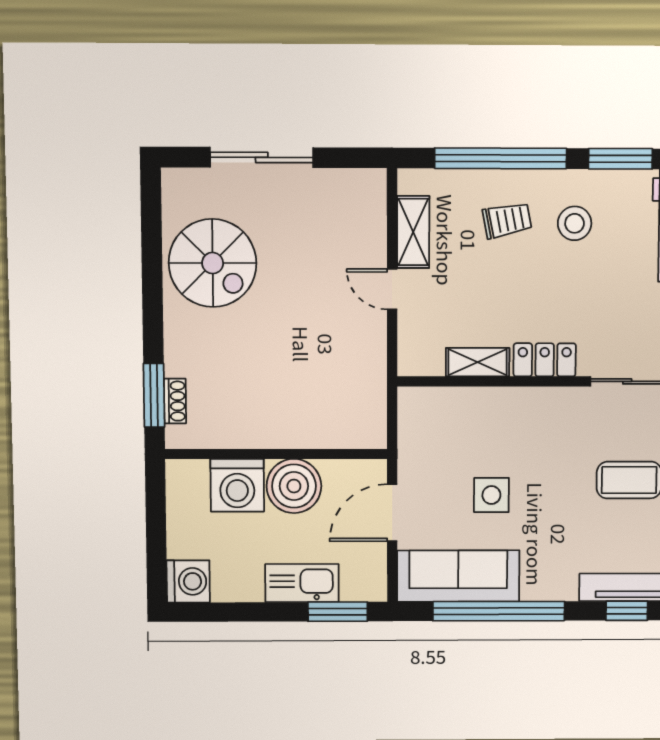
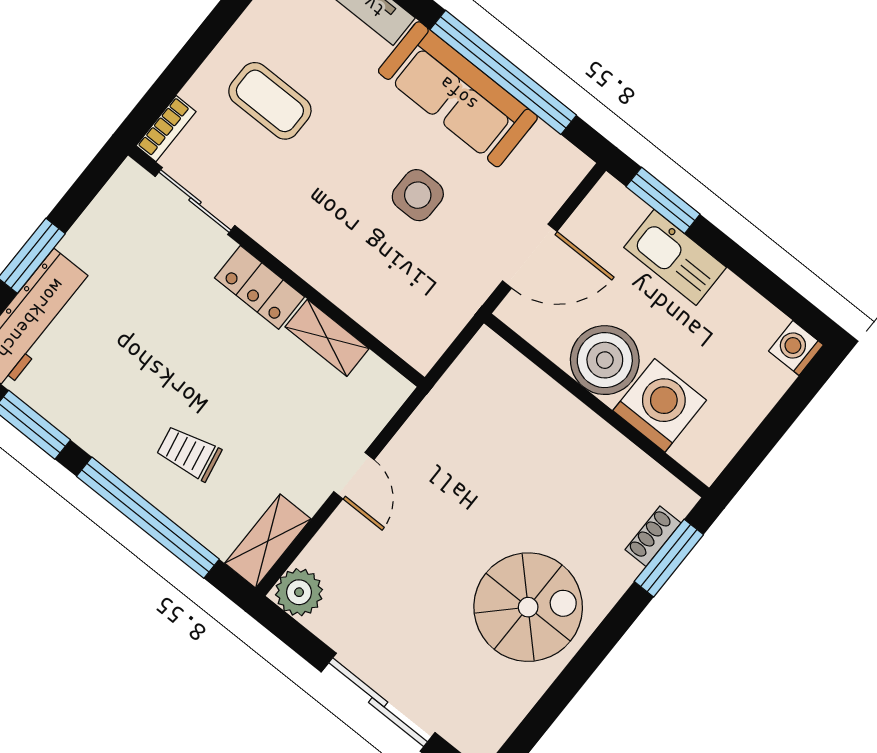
plant: (368, 188) -> (299, 592), added
stool: (575, 223) -> (125, 398), removed
shelving: (413, 232) -> (268, 541), moved
spiral stairs: (213, 263) -> (528, 607), moved, turned 90
sofa: (458, 576) -> (458, 94), moved
washing machine: (188, 581) -> (796, 348), width x0.73, depth x0.73

